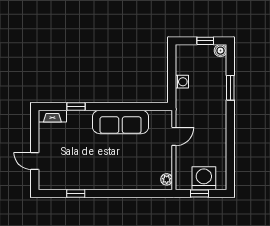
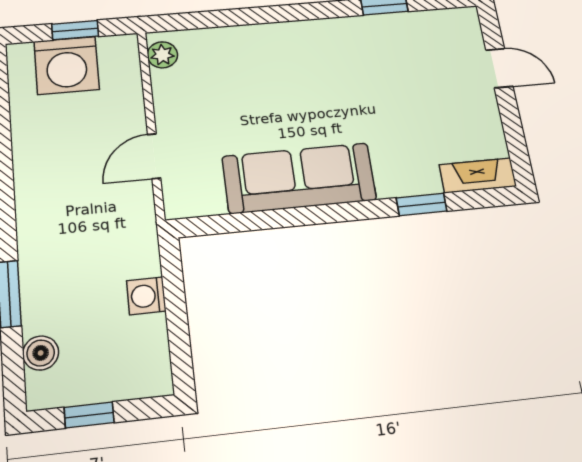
boiler: (220, 51) -> (41, 353), moved

